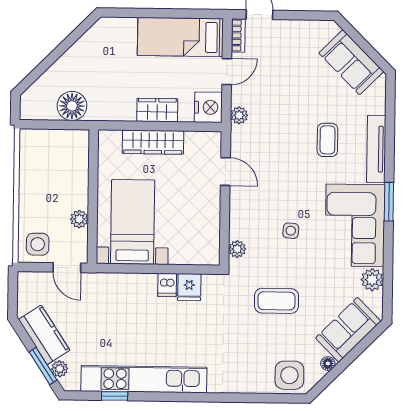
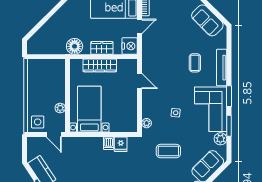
floor lamp: (72, 106) -> (75, 46), moved
plant: (239, 115) -> (147, 50), removed
window: (388, 256) -> (229, 126), added

